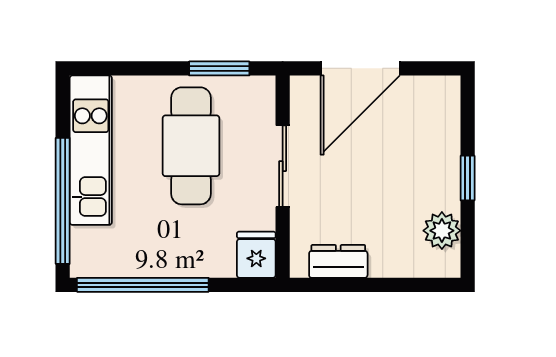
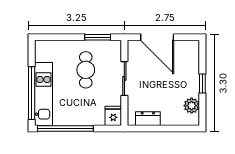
door: (360, 68) -> (157, 37), hinge flipped
cafe table: (191, 146) -> (86, 70), width x0.73, depth x0.74
kitchen unit: (91, 150) -> (43, 94), moved

